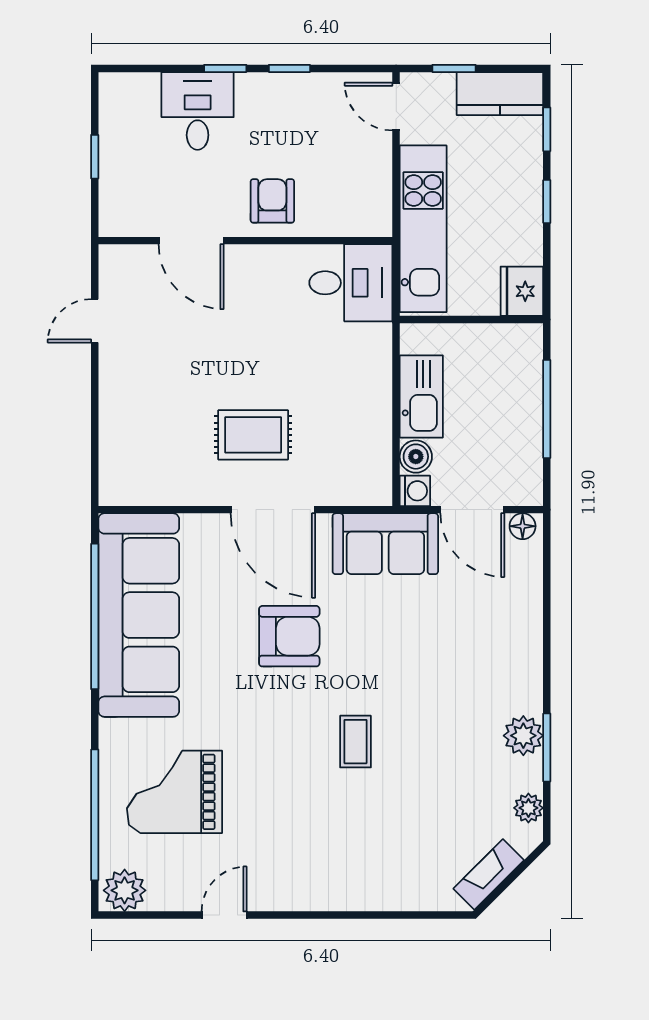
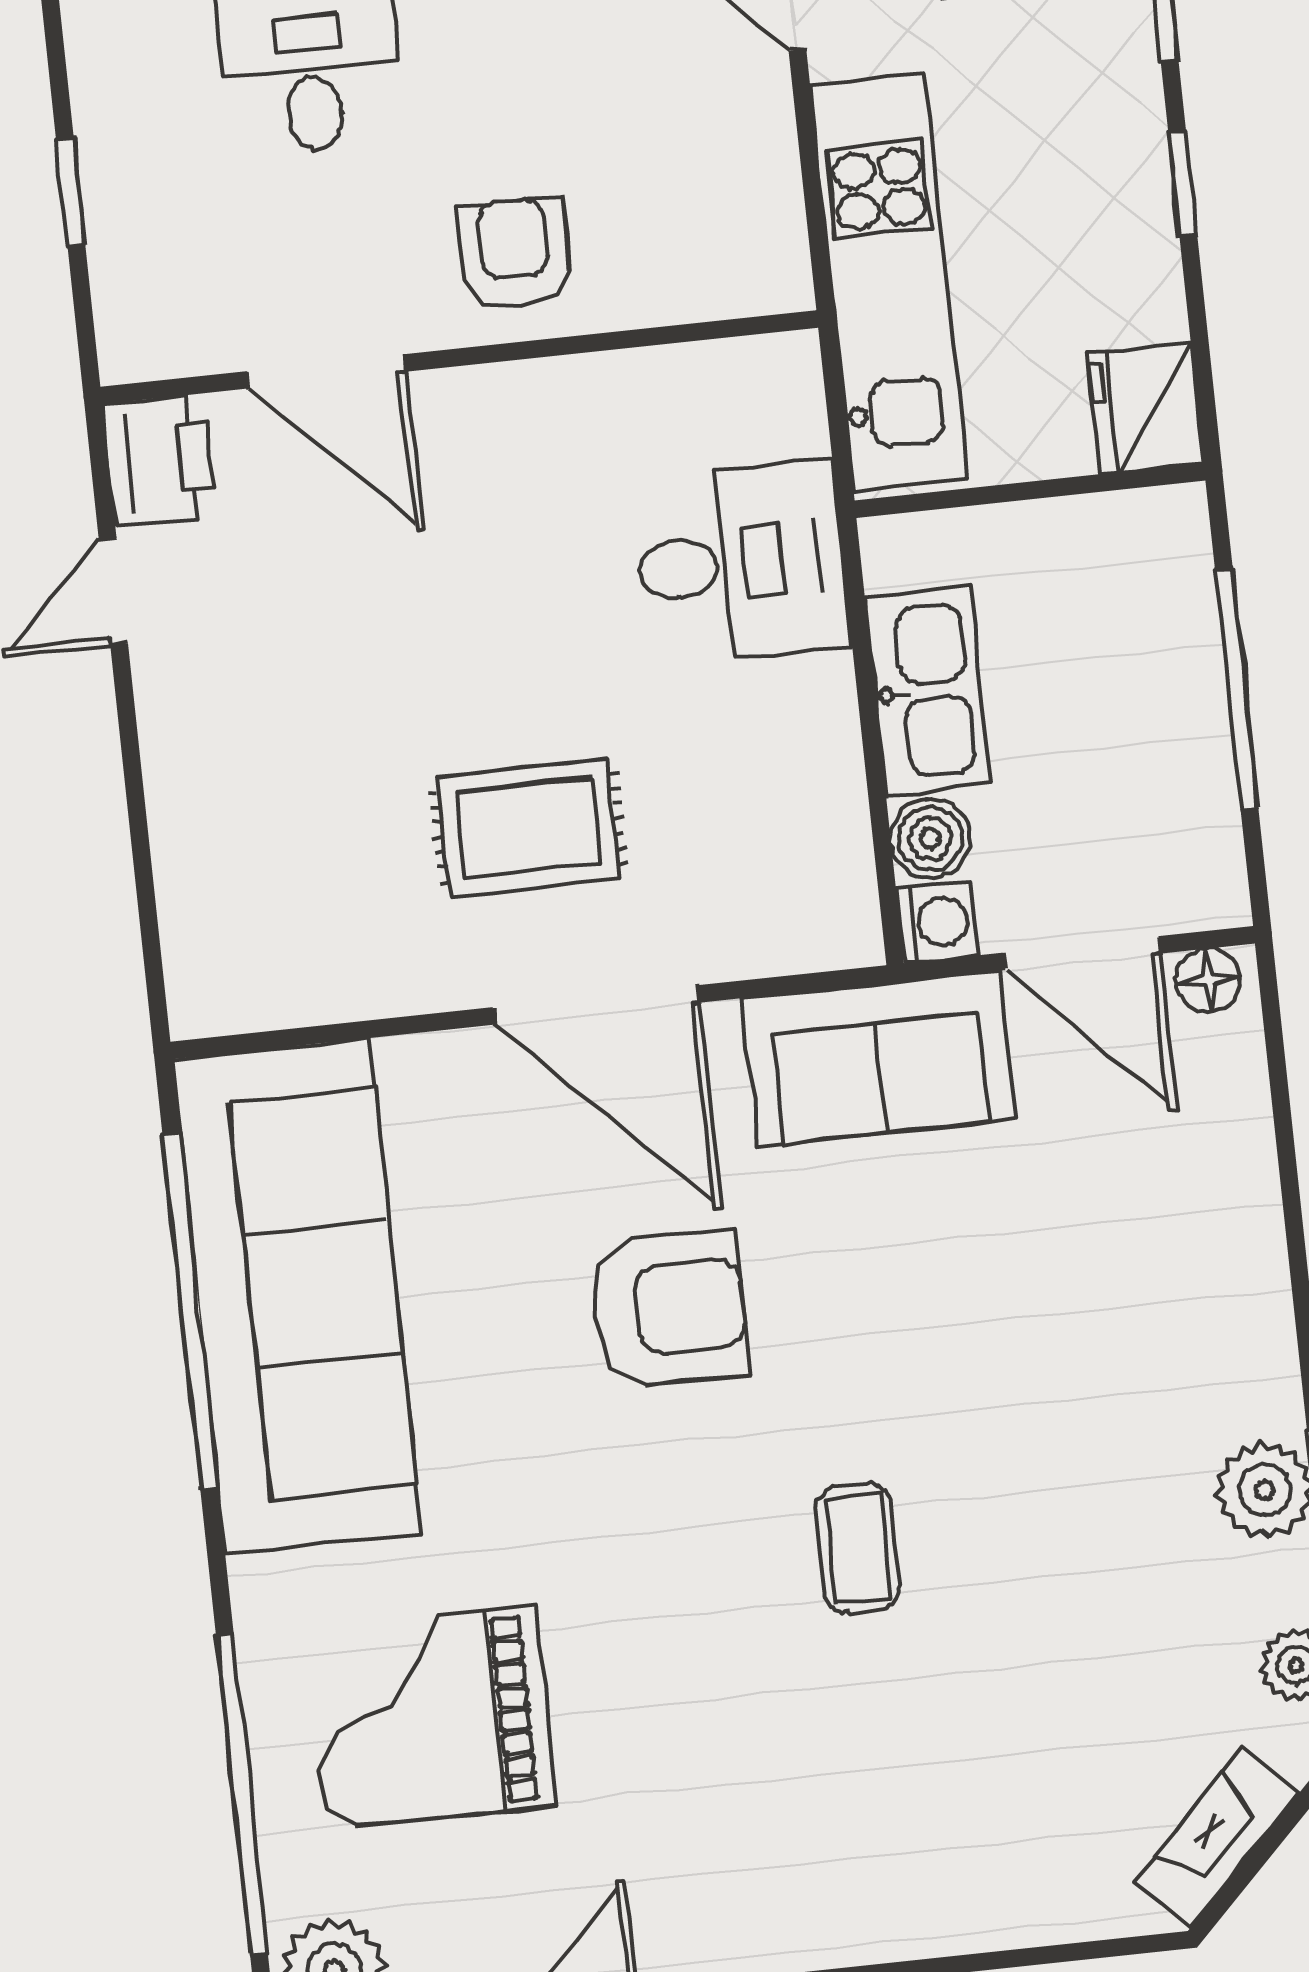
printer: (119, 269) -> (160, 460), added
desk: (351, 283) -> (741, 563), moved

